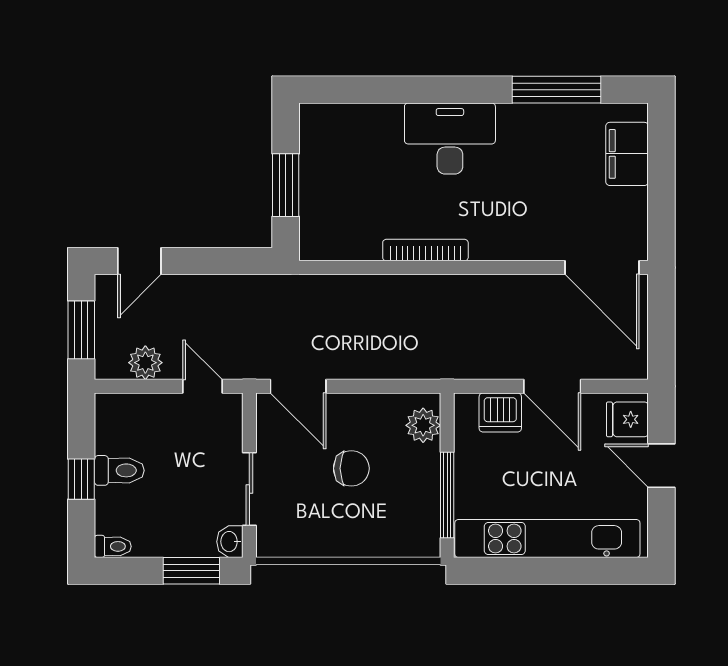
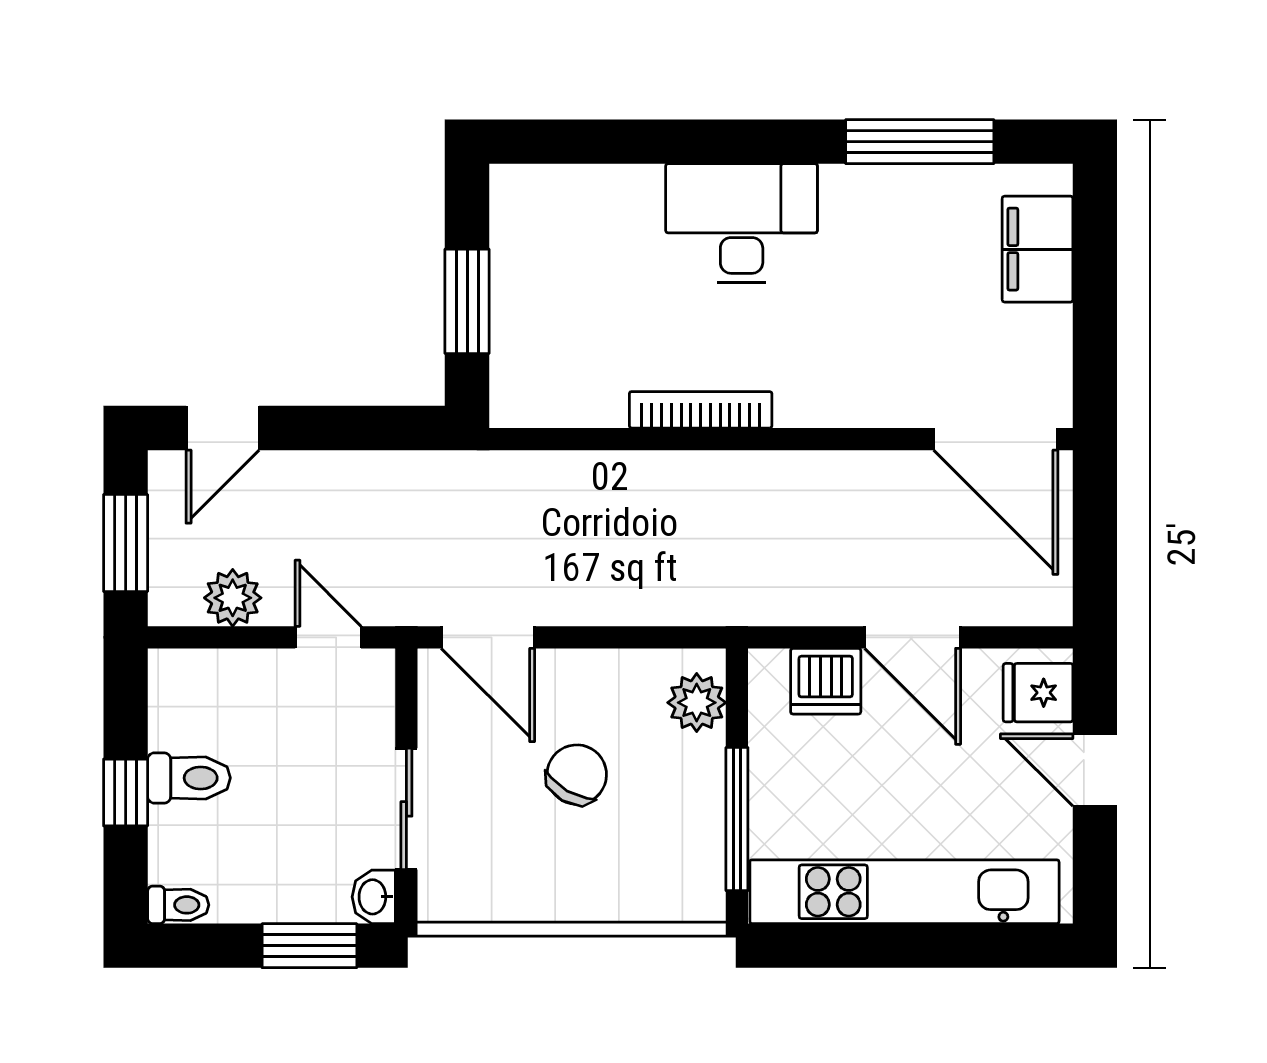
chair: (351, 468) -> (577, 775), turned -60

